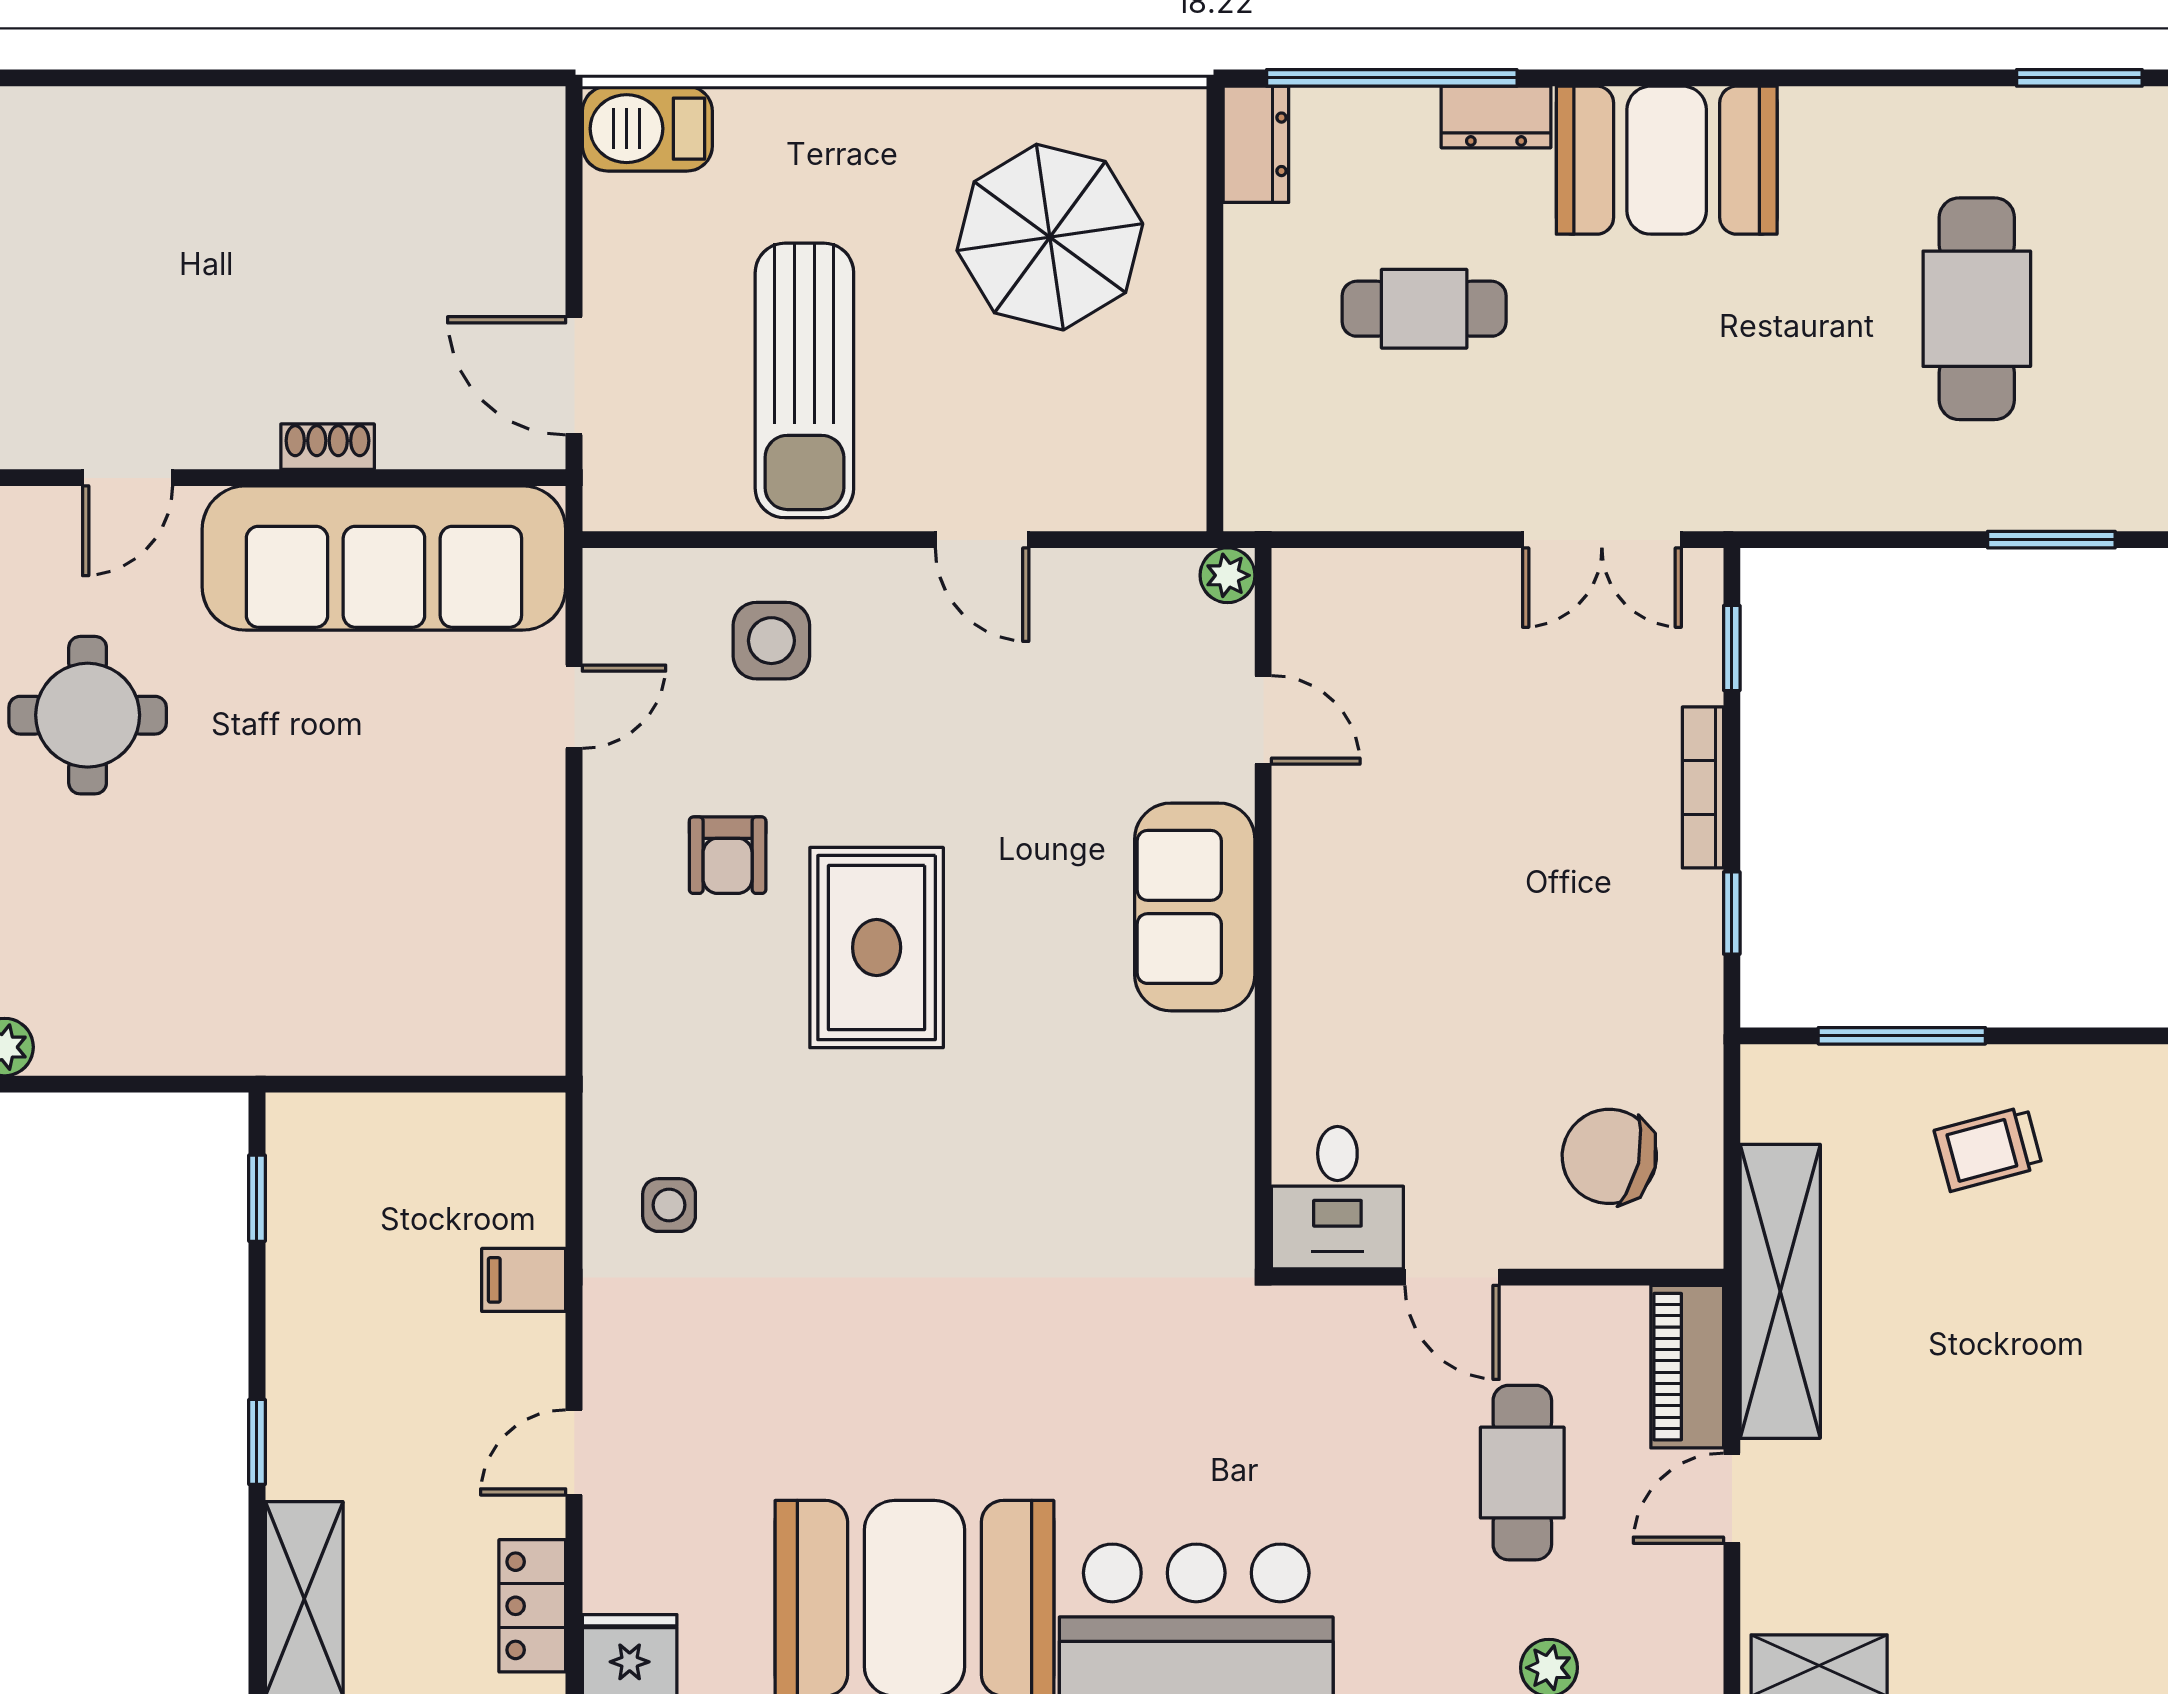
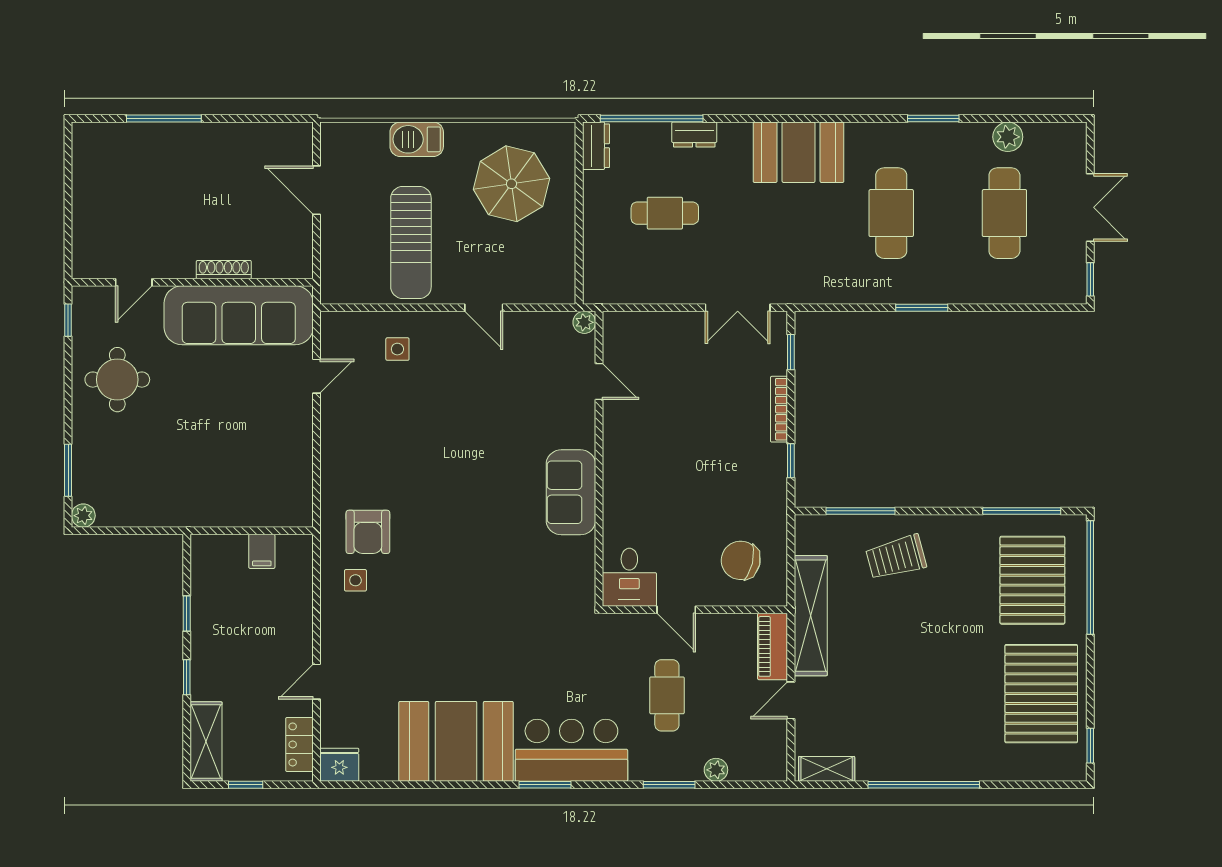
window: (201, 78) -> (164, 119), added
barbecue: (647, 129) -> (417, 139), moved
booth: (1667, 160) -> (799, 152), moved
door: (574, 376) -> (317, 190), moved
shoe rack: (328, 447) -> (224, 270), width x1.43
side table: (771, 641) -> (397, 349), width x0.73, depth x0.73
armchair: (728, 855) -> (368, 532), moved, width x1.38, depth x1.38
sofa: (1195, 907) -> (571, 492), moved
rug: (877, 948) -> (440, 475), removed
trolley: (1988, 1149) -> (896, 557), width x1.36, depth x1.39
window: (257, 1198) -> (187, 614), moved
filing cabinet: (524, 1280) -> (262, 551), moved, turned -90
cafe table: (1522, 1473) -> (667, 695), moved

